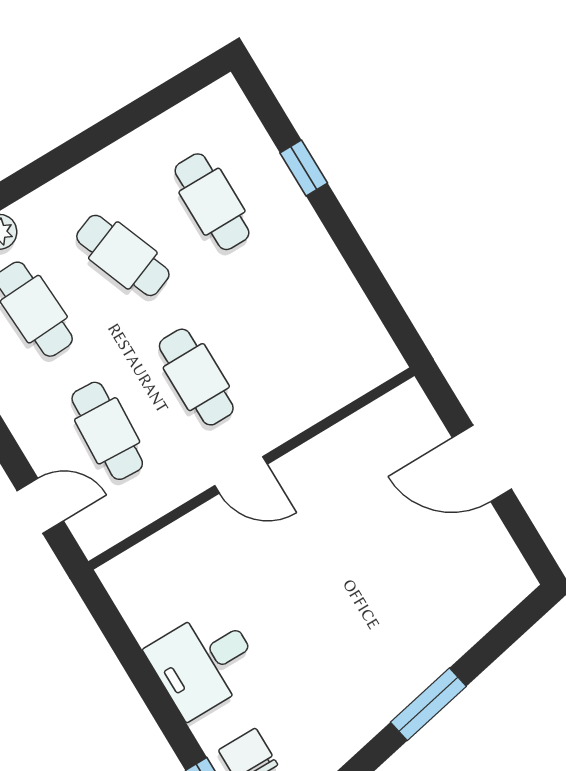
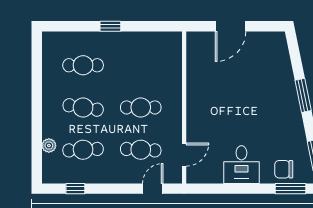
window: (304, 168) -> (110, 26), moved
cafe table: (123, 255) -> (83, 107), turned 30
door: (241, 475) -> (184, 155), moved

